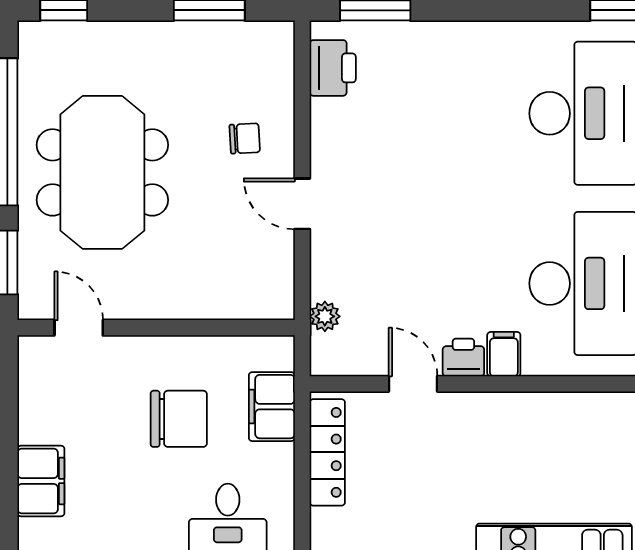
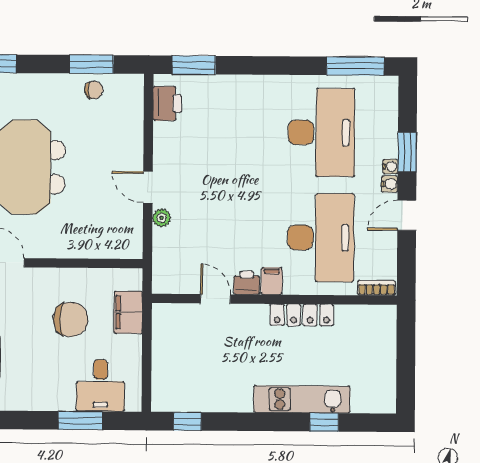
chair: (245, 138) -> (94, 90), moved
plant: (325, 316) -> (162, 218), moved
locker: (327, 452) -> (302, 315), moved, turned 90

